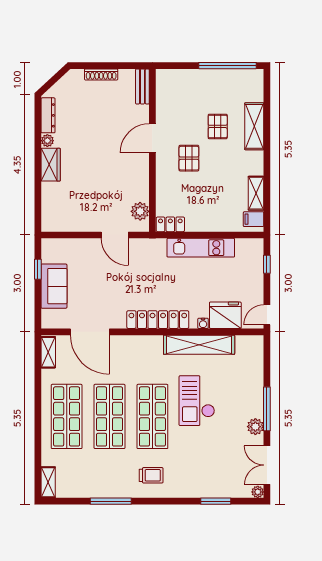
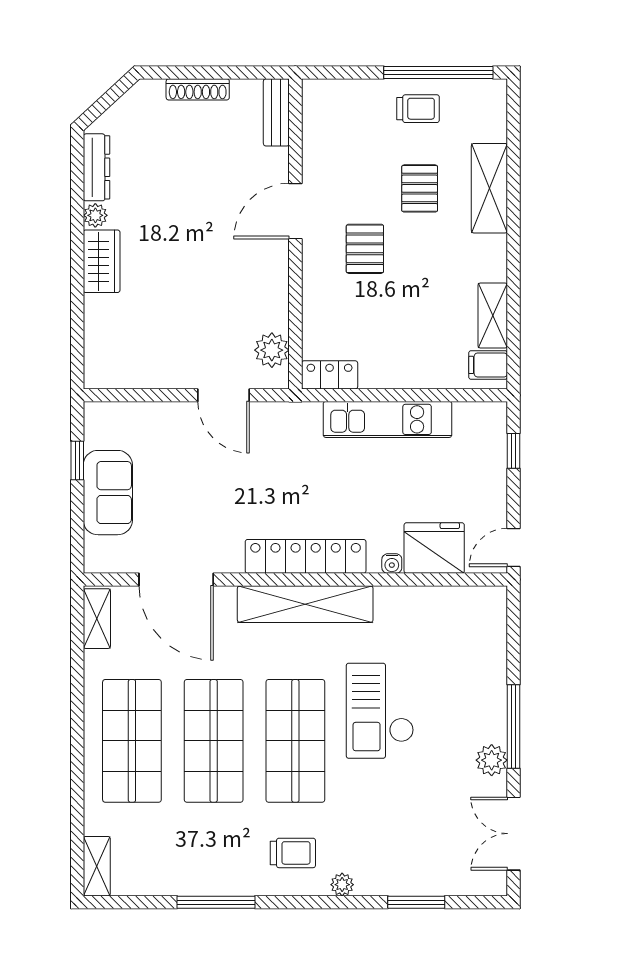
trolley: (217, 85) -> (418, 109), added
shelving: (199, 345) -> (305, 604), moved
plant: (258, 492) -> (342, 885), moved

